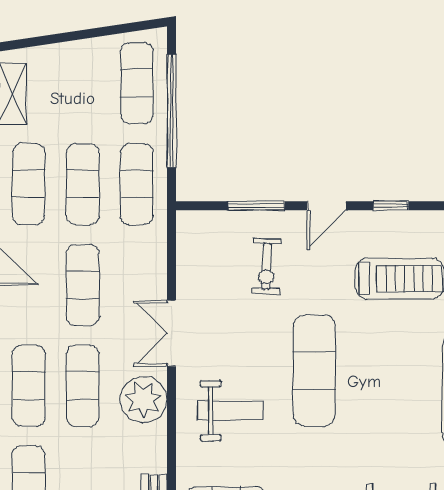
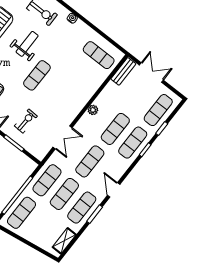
double door: (171, 333) -> (63, 137), moved
exercise mat: (314, 371) -> (37, 75), width x0.73, depth x0.69
plant: (144, 400) -> (93, 110), width x0.53, depth x0.53
weight bench: (230, 411) -> (27, 44), moved, turned 90

